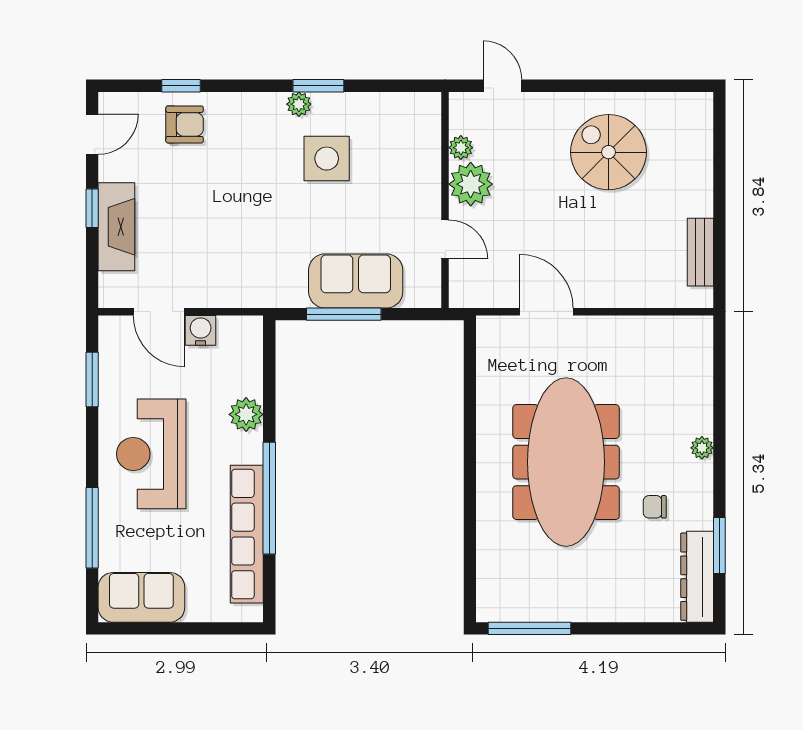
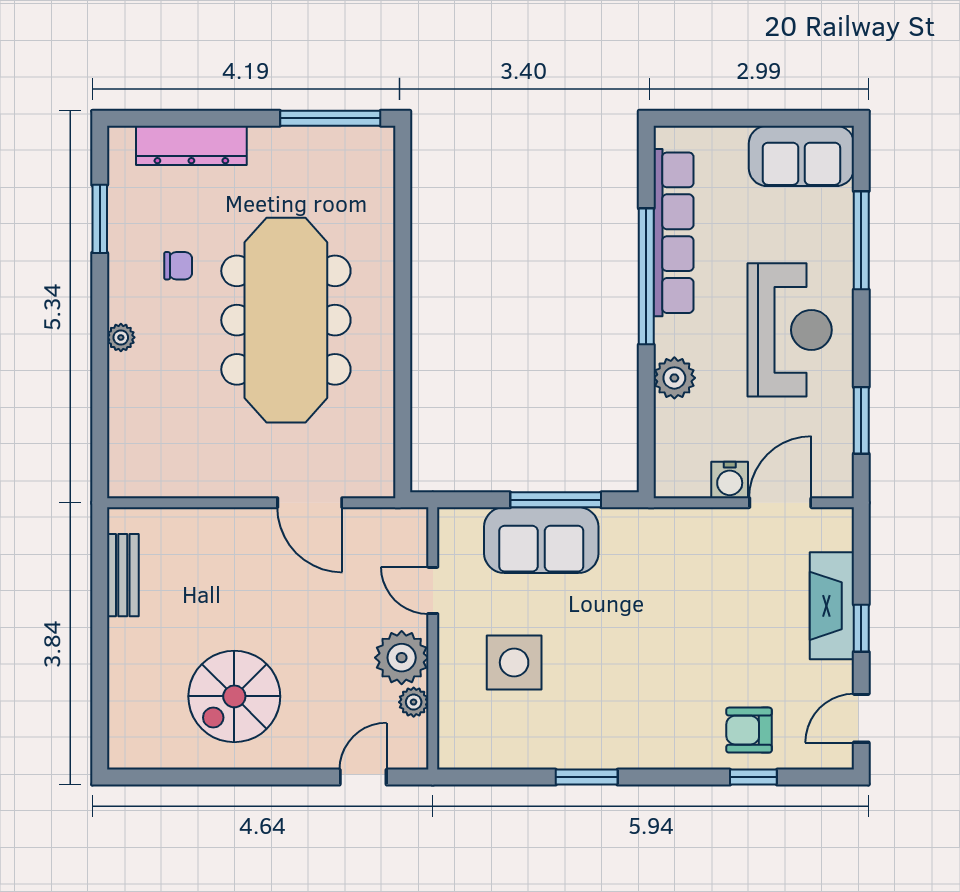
door: (502, 86) -> (363, 777), swing flipped
plant: (299, 104) -> (610, 755), removed
spiral stairs: (608, 152) -> (234, 696), turned 90
side table: (327, 159) -> (514, 662), moved
door: (159, 312) -> (780, 503), hinge flipped
dresser: (697, 577) -> (191, 145), moved, turned 90

